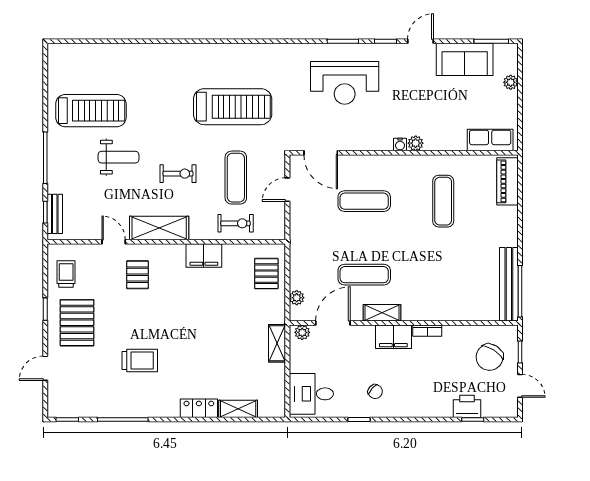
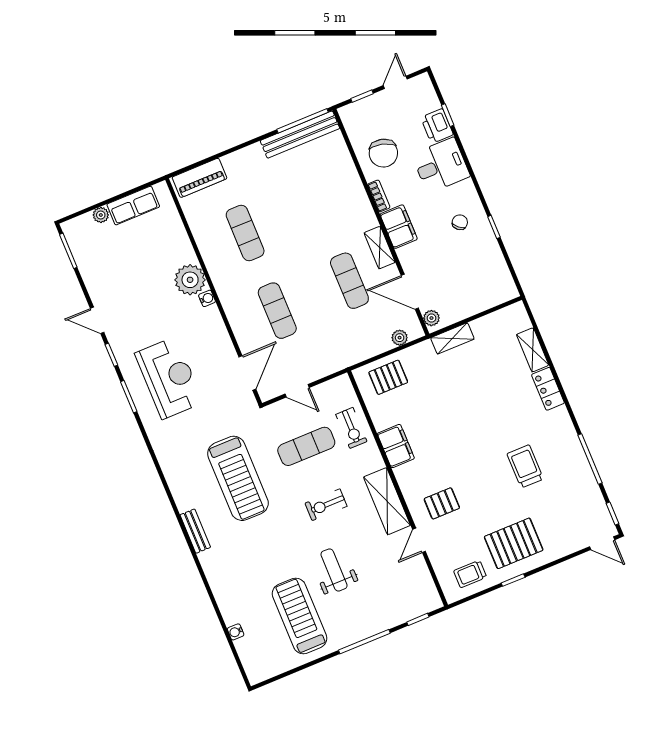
water cooler: (100, 49) -> (236, 632), added
sofa: (465, 59) -> (97, 270), removed
treadmill: (233, 107) -> (238, 478), turned 180
row of seats: (490, 140) -> (133, 206), moved, turned -90
plant: (416, 143) -> (190, 280), width x1.88, depth x1.88
exercise bike: (178, 174) -> (326, 505), turned -90
exercise mat: (443, 201) -> (245, 233), turned 90
bench: (55, 214) -> (195, 531), moved, turned 90
exercise bike: (236, 223) -> (351, 428), turned 180
chair: (489, 357) -> (383, 153), moved, turned 72
door: (45, 368) -> (602, 543), moved
desk: (311, 394) -> (441, 165), moved, turned -90

